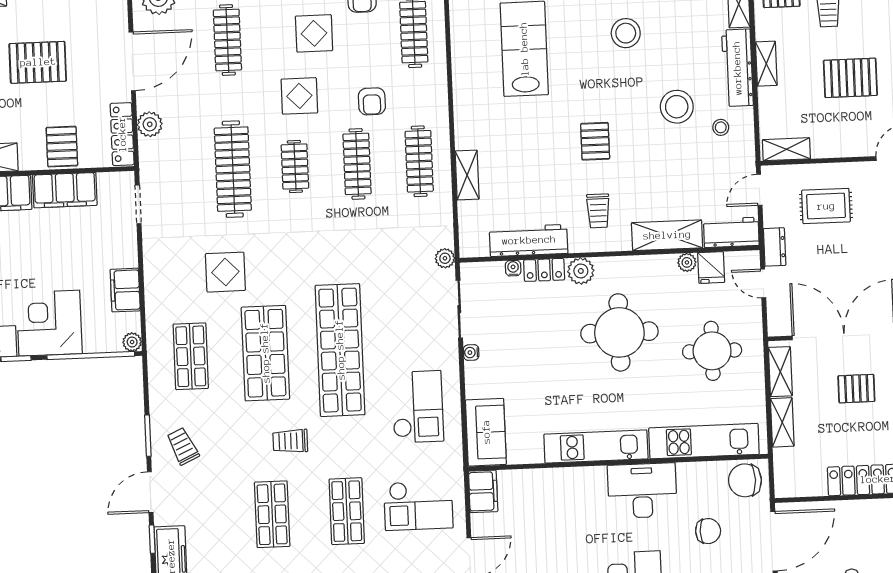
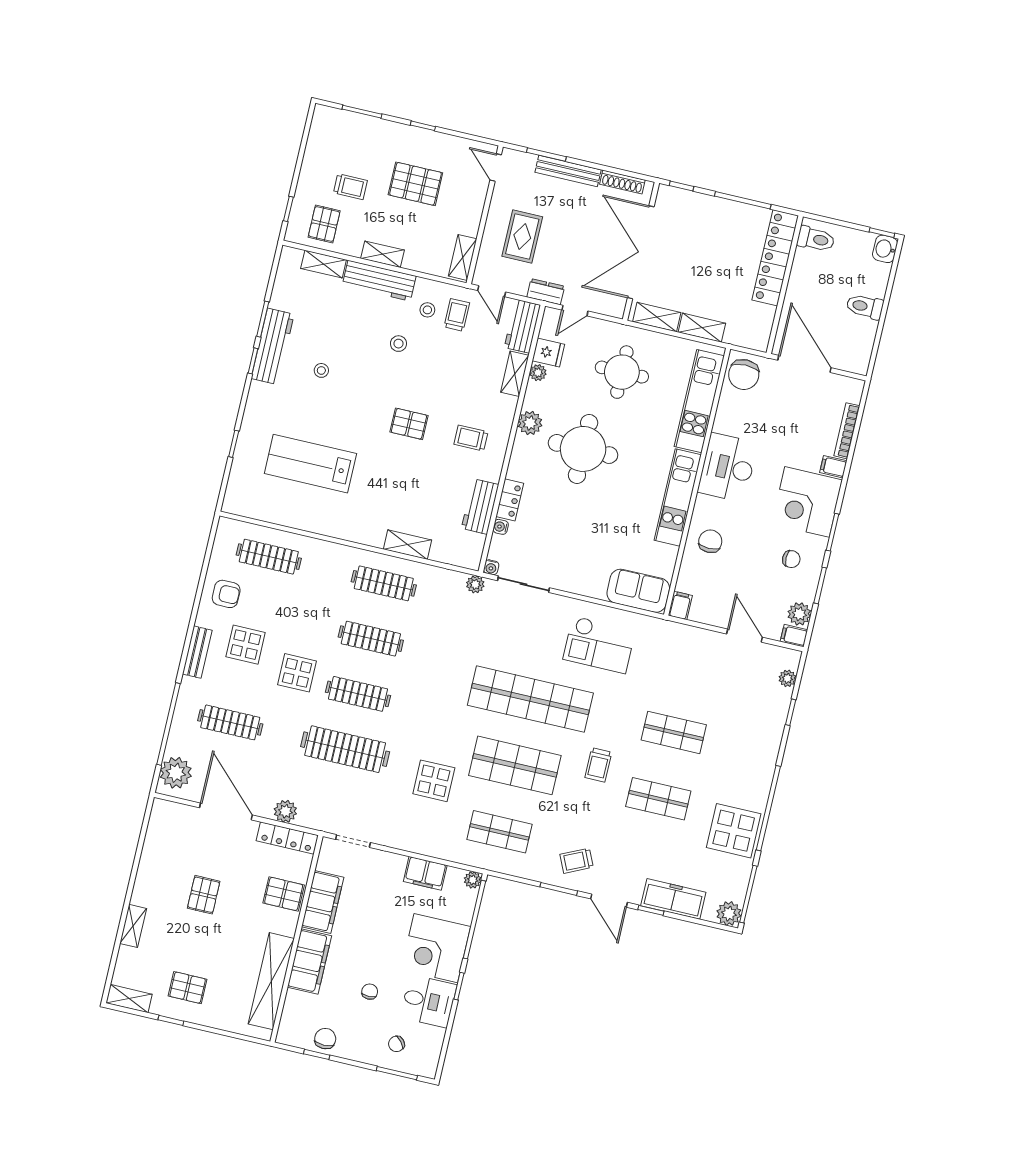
stool: (626, 33) -> (321, 370), width x0.53, depth x0.53
pallet: (38, 62) -> (204, 895), width x0.67, depth x0.71
pallet: (850, 78) -> (415, 184), turned 90
armchair: (372, 101) -> (319, 610), removed
stool: (677, 107) -> (398, 344), width x0.53, depth x0.53
trolley: (724, 160) -> (457, 315), added
clothes rail: (295, 167) -> (358, 694), width x1.36
trolley: (598, 211) -> (471, 438), turned 180
shelving: (667, 235) -> (515, 374), width x0.67, depth x0.75
workbench: (529, 240) -> (480, 506), width x0.73
plant: (581, 271) -> (530, 423), moved
water cooler: (471, 353) -> (491, 567), moved
pallet: (856, 389) -> (690, 254), removed
checkout: (418, 407) -> (599, 645), turned 180
filing cabinet: (483, 491) -> (680, 605), width x0.50
checkout: (418, 505) -> (686, 668), removed
chair: (708, 531) -> (710, 541), moved

